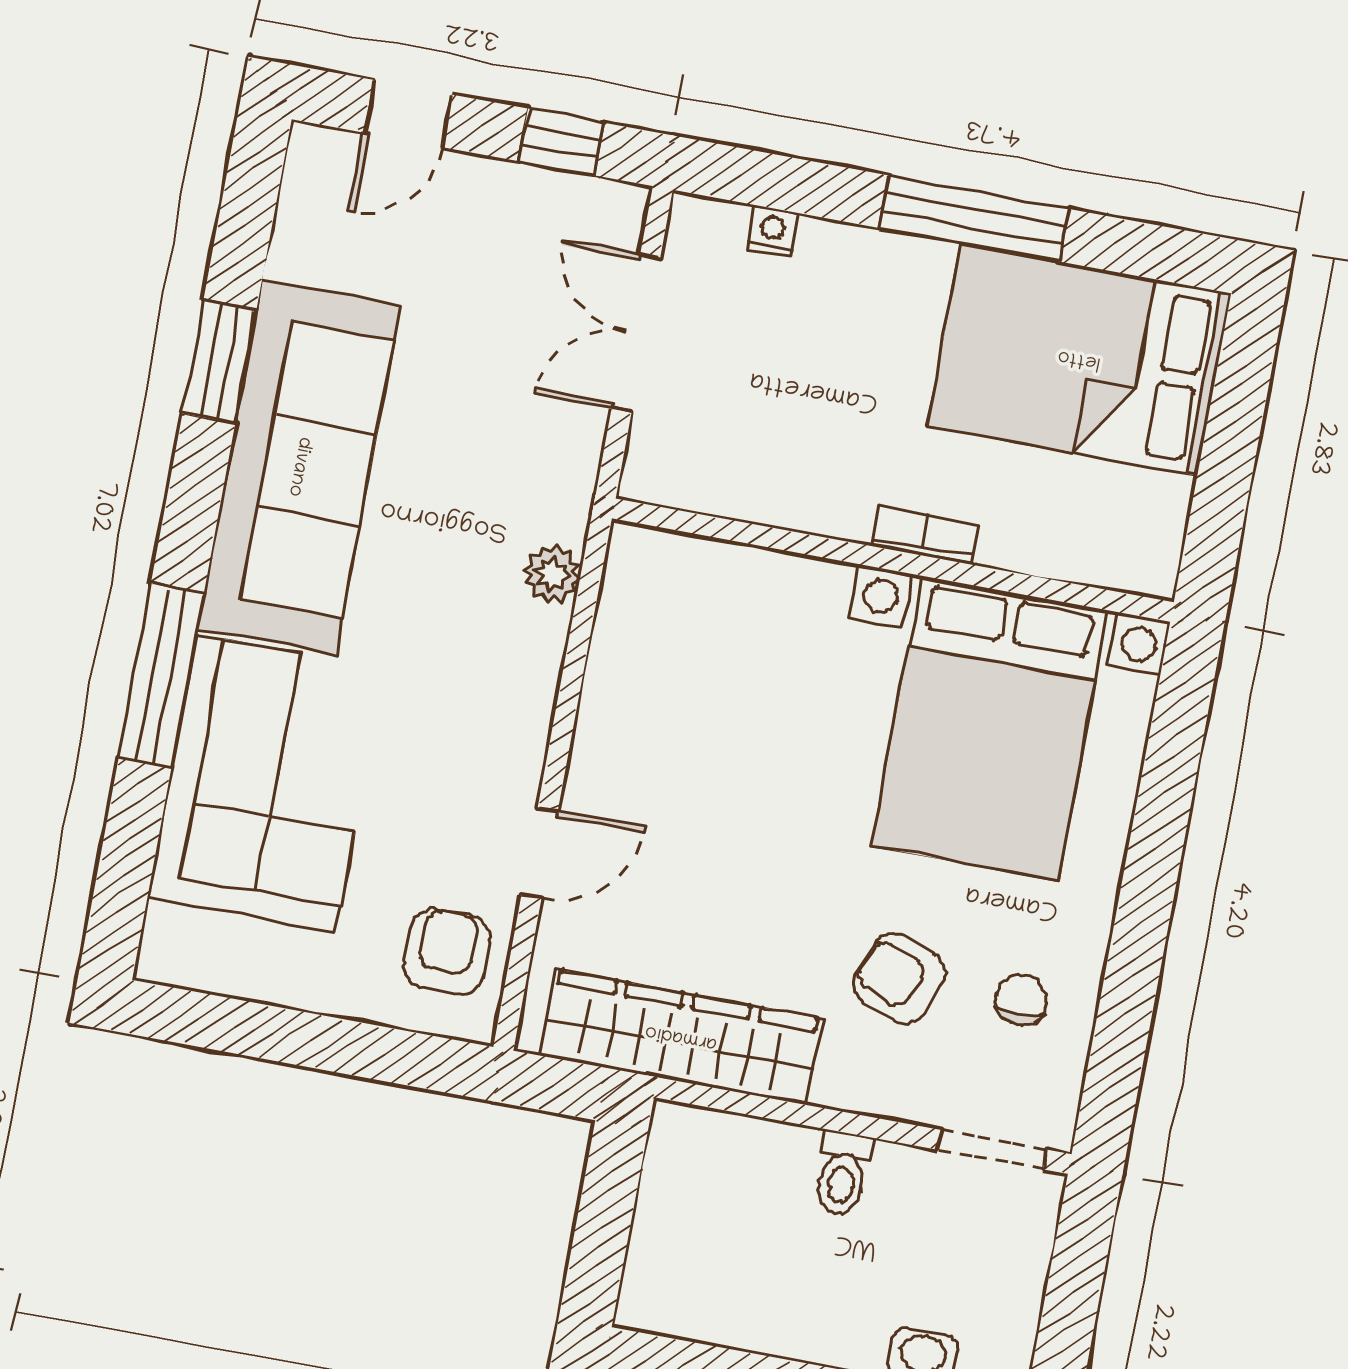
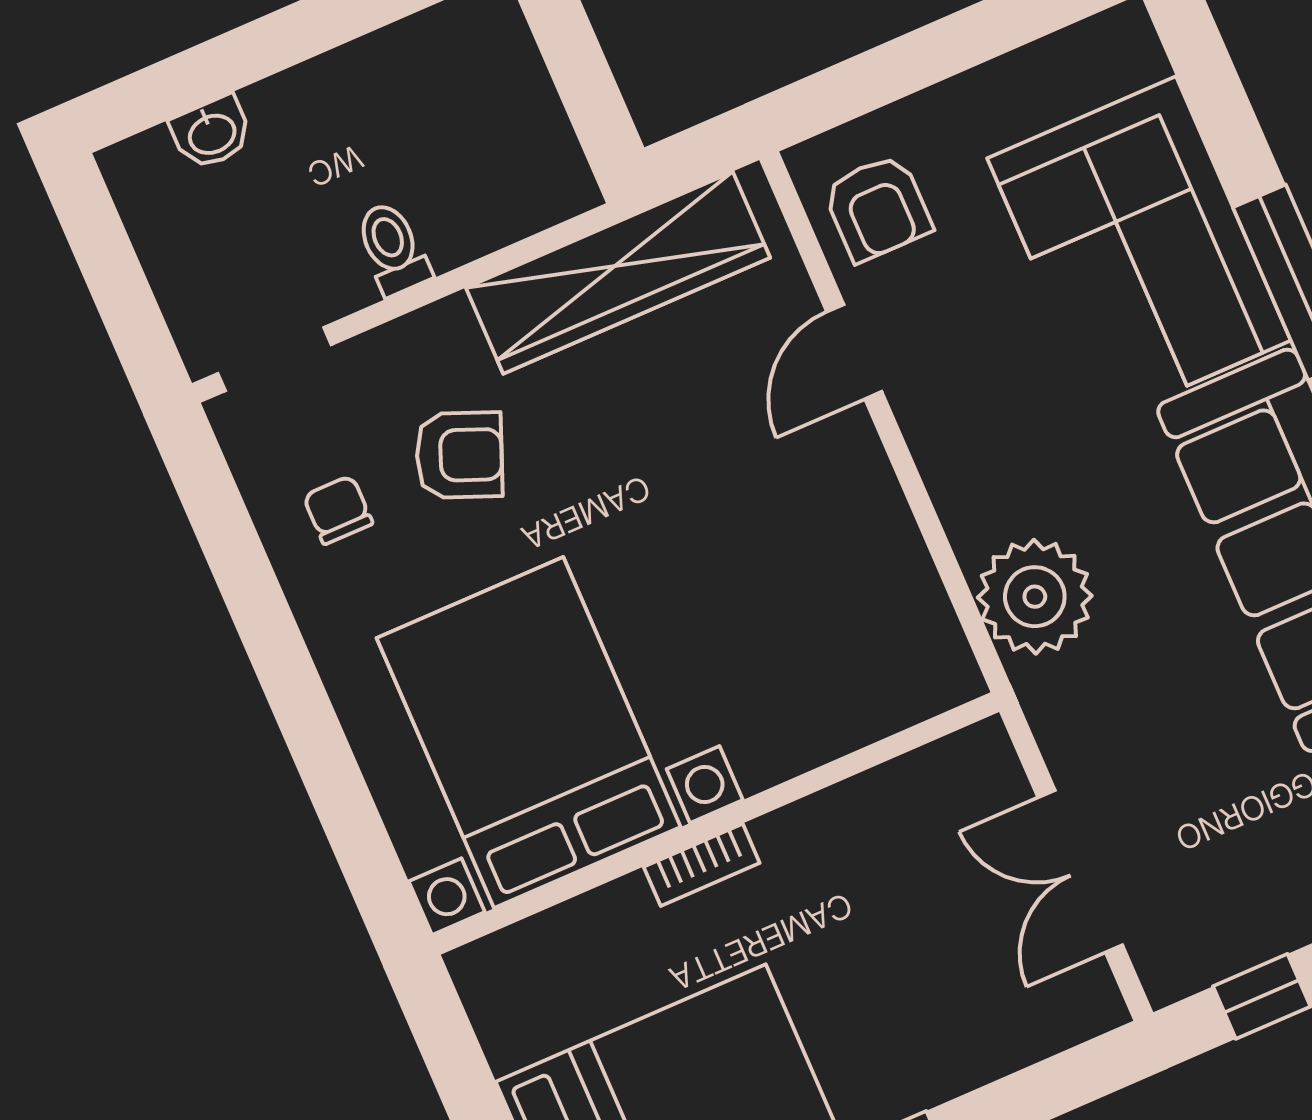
nightstand: (773, 231) -> (1020, 1044), removed
double door: (636, 333) -> (1080, 871), swing flipped
plant: (552, 574) -> (1035, 597), width x1.87, depth x1.87
chair: (1021, 1000) -> (338, 510), turned 180

